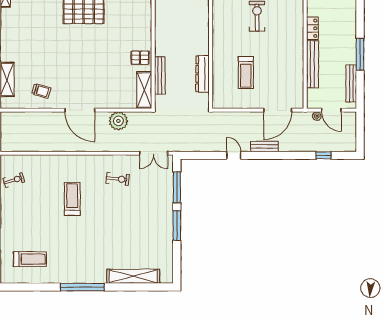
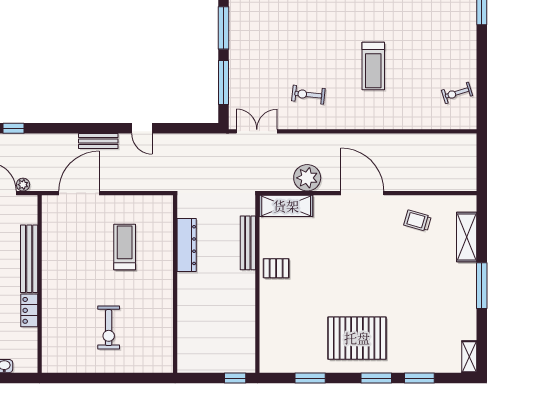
shelving: (144, 90) -> (286, 206), moved, turned 90

